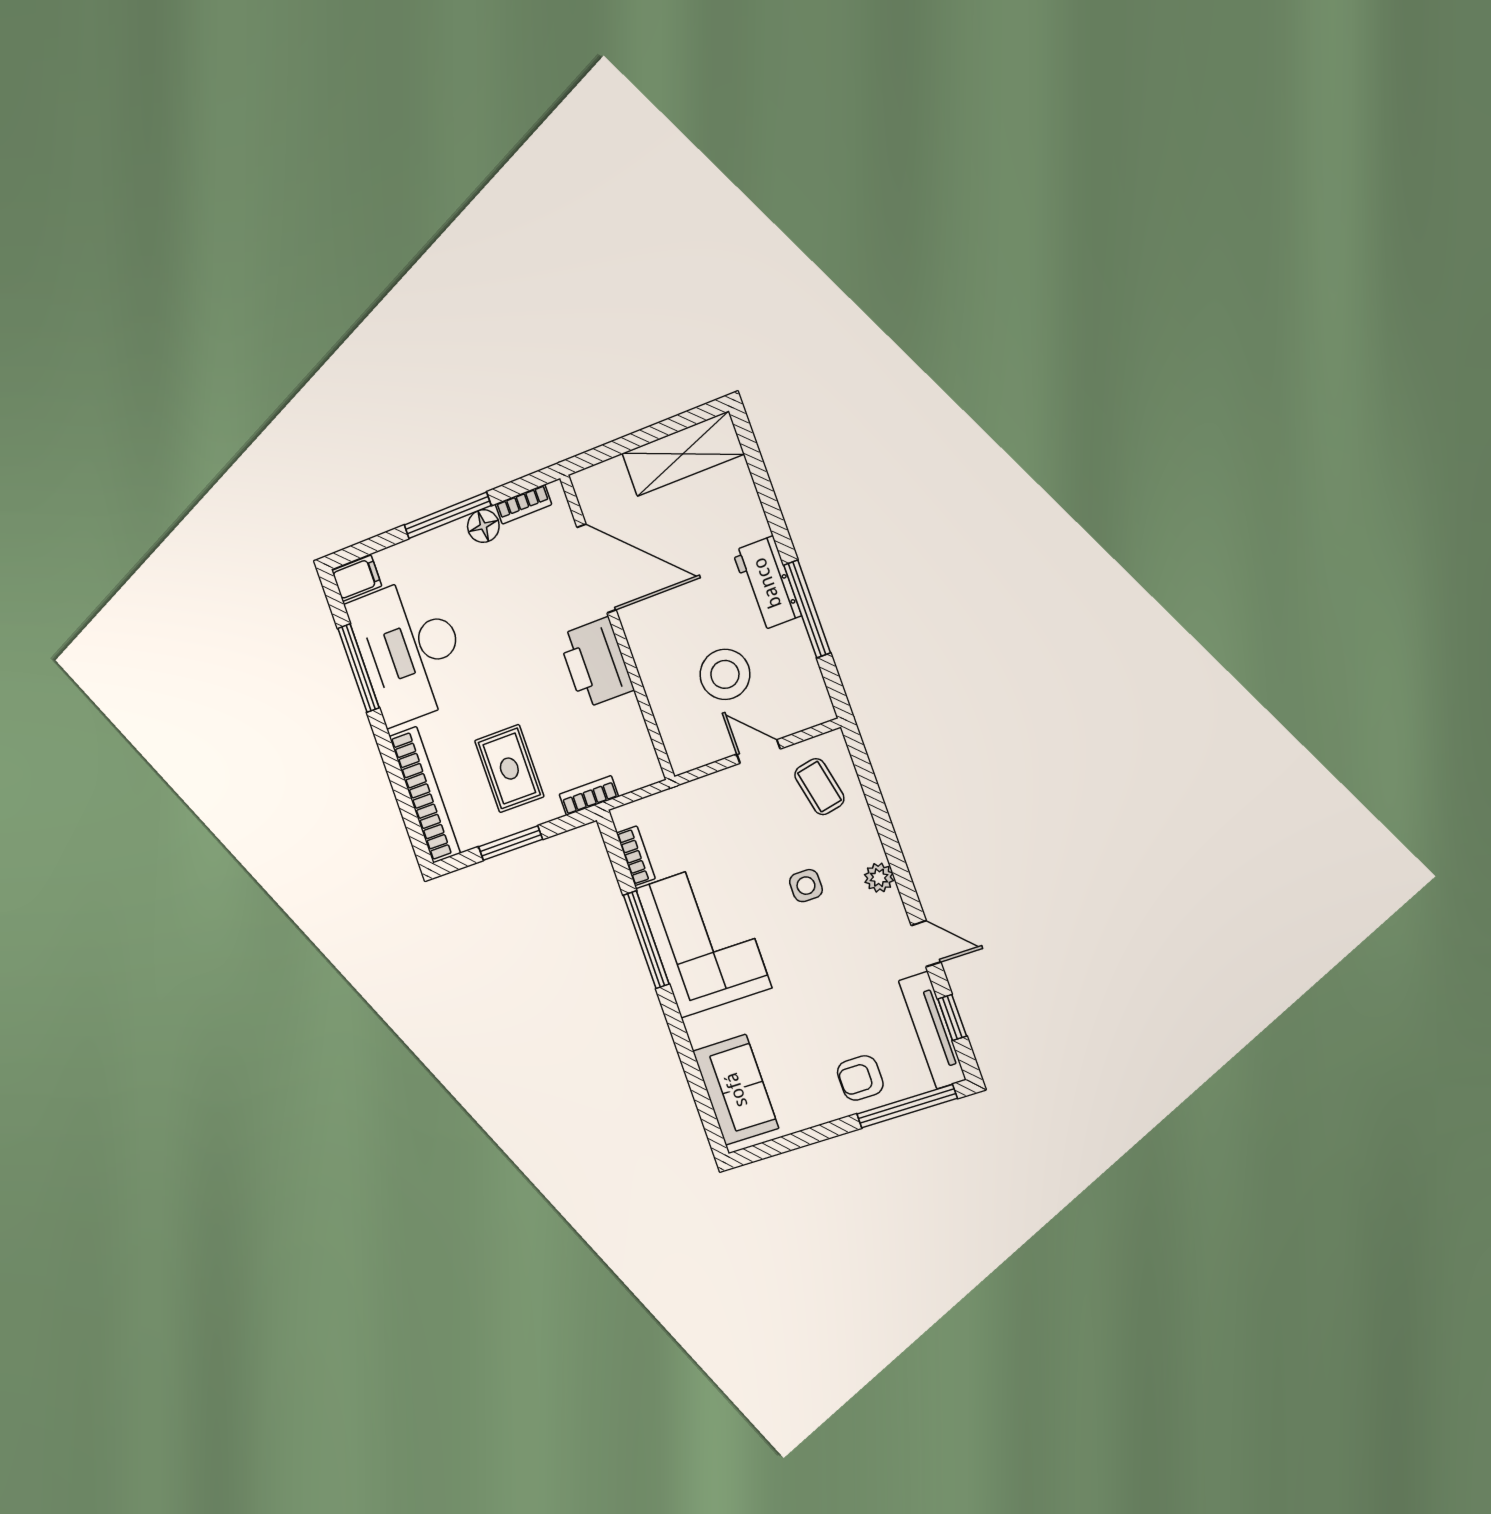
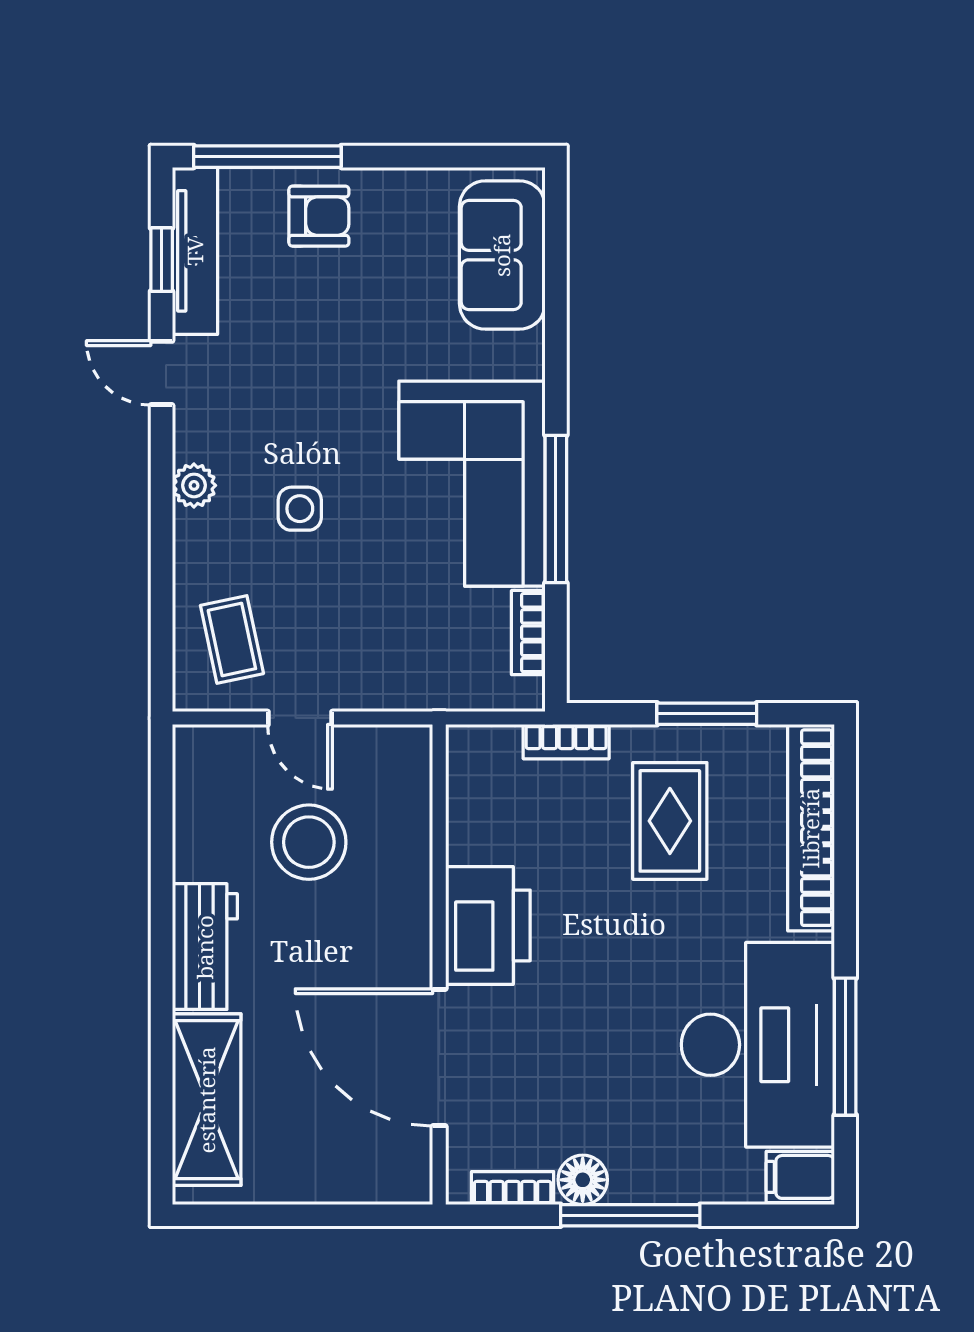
shelving: (683, 454) -> (207, 1100), moved, turned 90
window: (807, 609) -> (162, 891), removed

